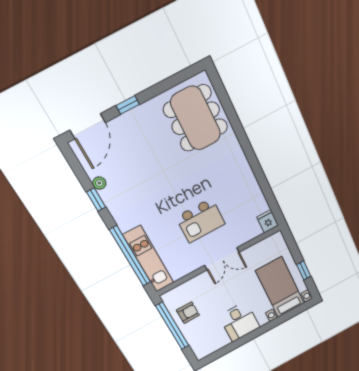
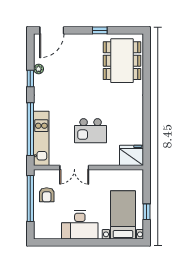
window: (128, 105) -> (100, 30), moved
fridge: (268, 221) -> (132, 155), width x1.88, depth x1.34
double door: (222, 259) -> (74, 167), moved
armchair: (188, 313) -> (47, 195), turned 90
desk: (239, 322) -> (80, 225), width x1.37

